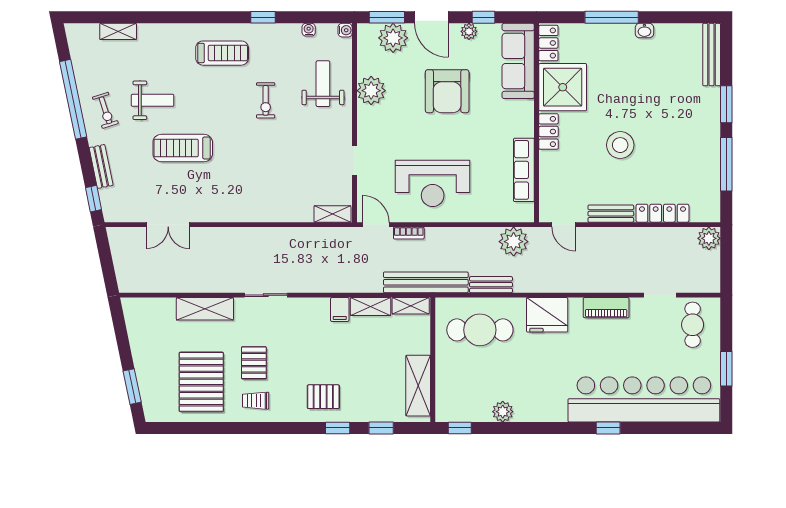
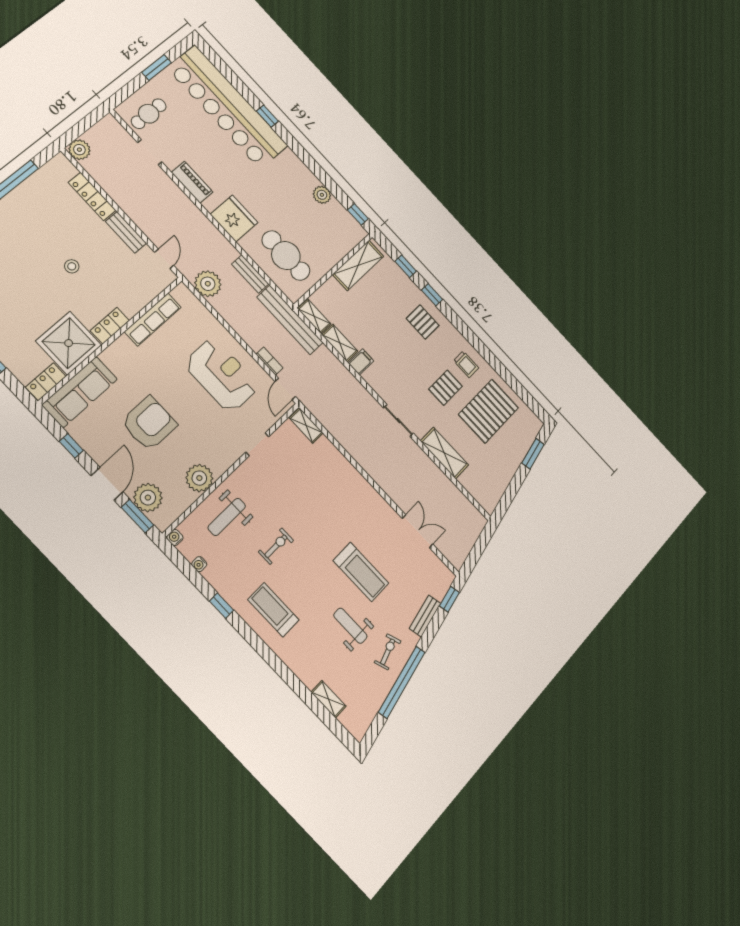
plant: (469, 31) -> (92, 447), removed
stool: (620, 145) -> (72, 266), width x0.53, depth x0.53

